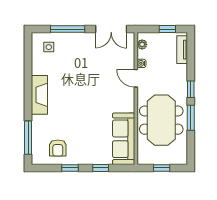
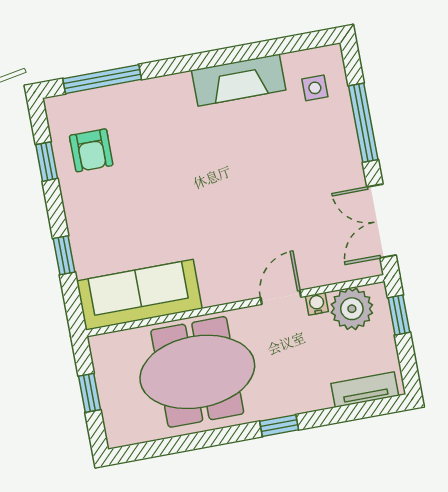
window: (167, 29) -> (399, 315), moved
plant: (142, 44) -> (352, 309), width x1.87, depth x1.87
fireplace: (39, 95) -> (239, 80), moved
window: (191, 118) -> (215, 437), removed
armchair: (58, 148) -> (91, 150), turned -90
window: (70, 168) -> (47, 162), moved

